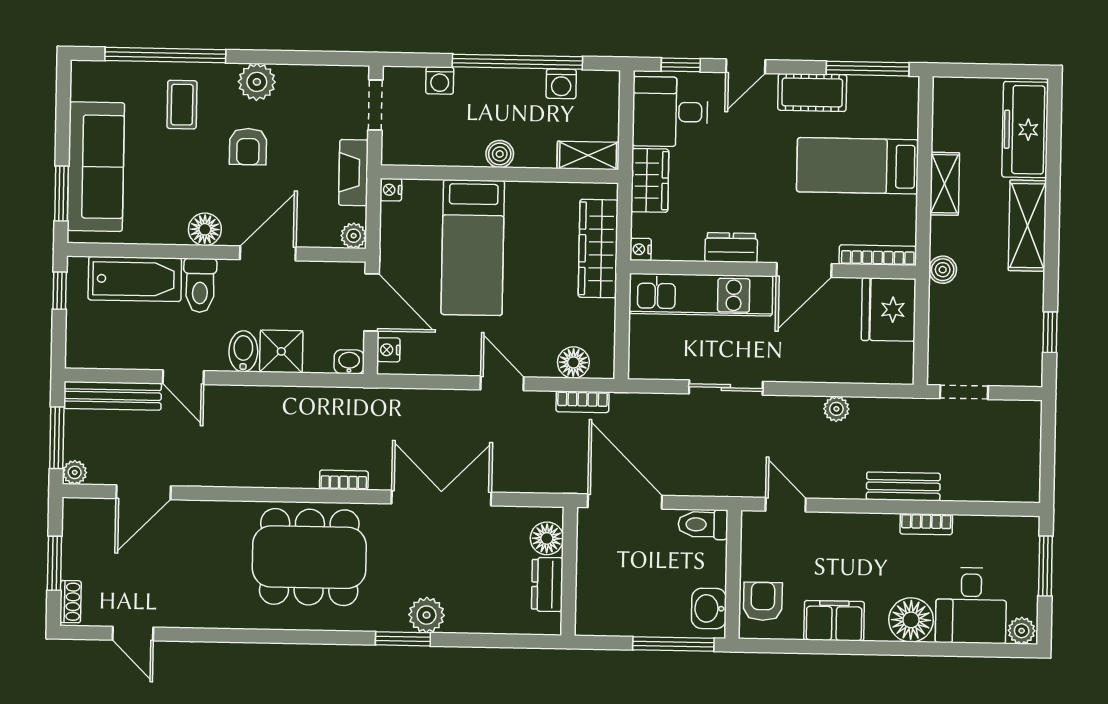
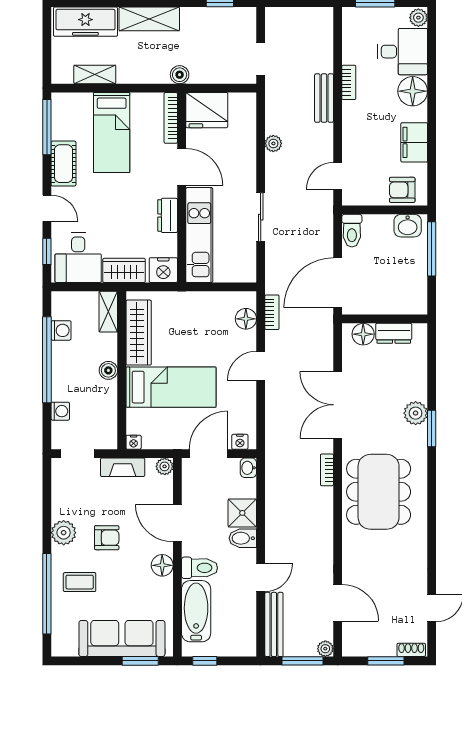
shelving: (945, 184) -> (95, 74), moved
wardrobe: (598, 249) -> (139, 333), moved, turned -90
nightstand: (641, 249) -> (163, 270), width x1.89, depth x1.79

